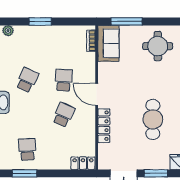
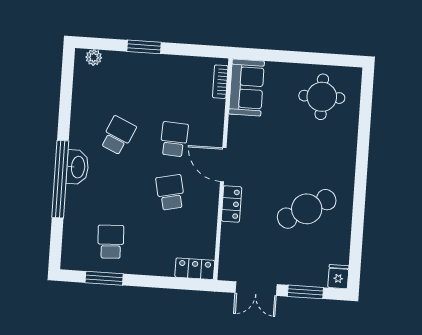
window: (127, 21) -> (277, 56), removed
school desk: (64, 115) -> (170, 192), turned -36
cafe table: (153, 119) -> (307, 209), turned 61
locker: (104, 126) -> (231, 204), width x0.66

